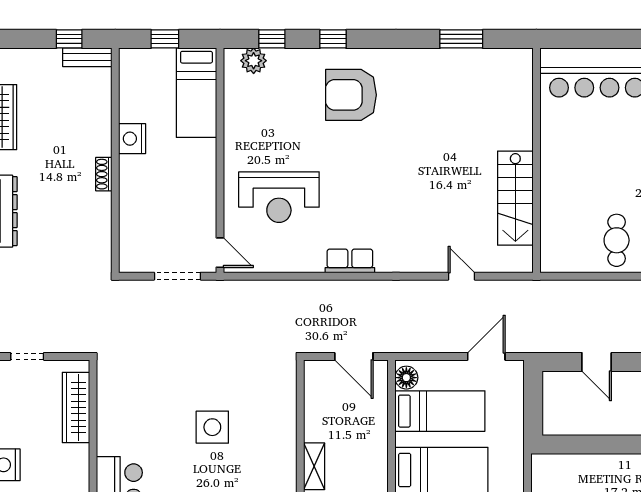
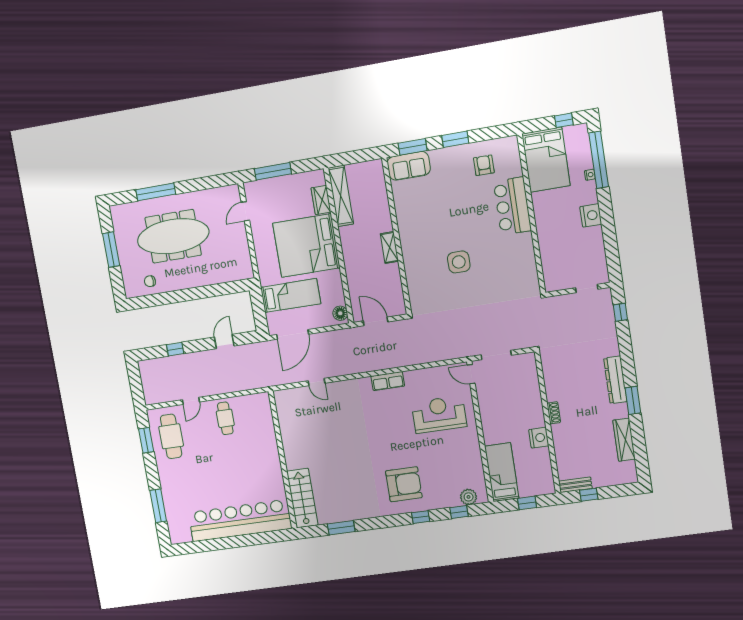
stairs: (515, 198) -> (302, 498), moved
door: (486, 356) -> (293, 334), width x1.36
door: (597, 362) -> (224, 341), hinge flipped
wardrobe: (76, 407) -> (550, 260), removed
bed: (440, 411) -> (291, 295), moved, turned 180

